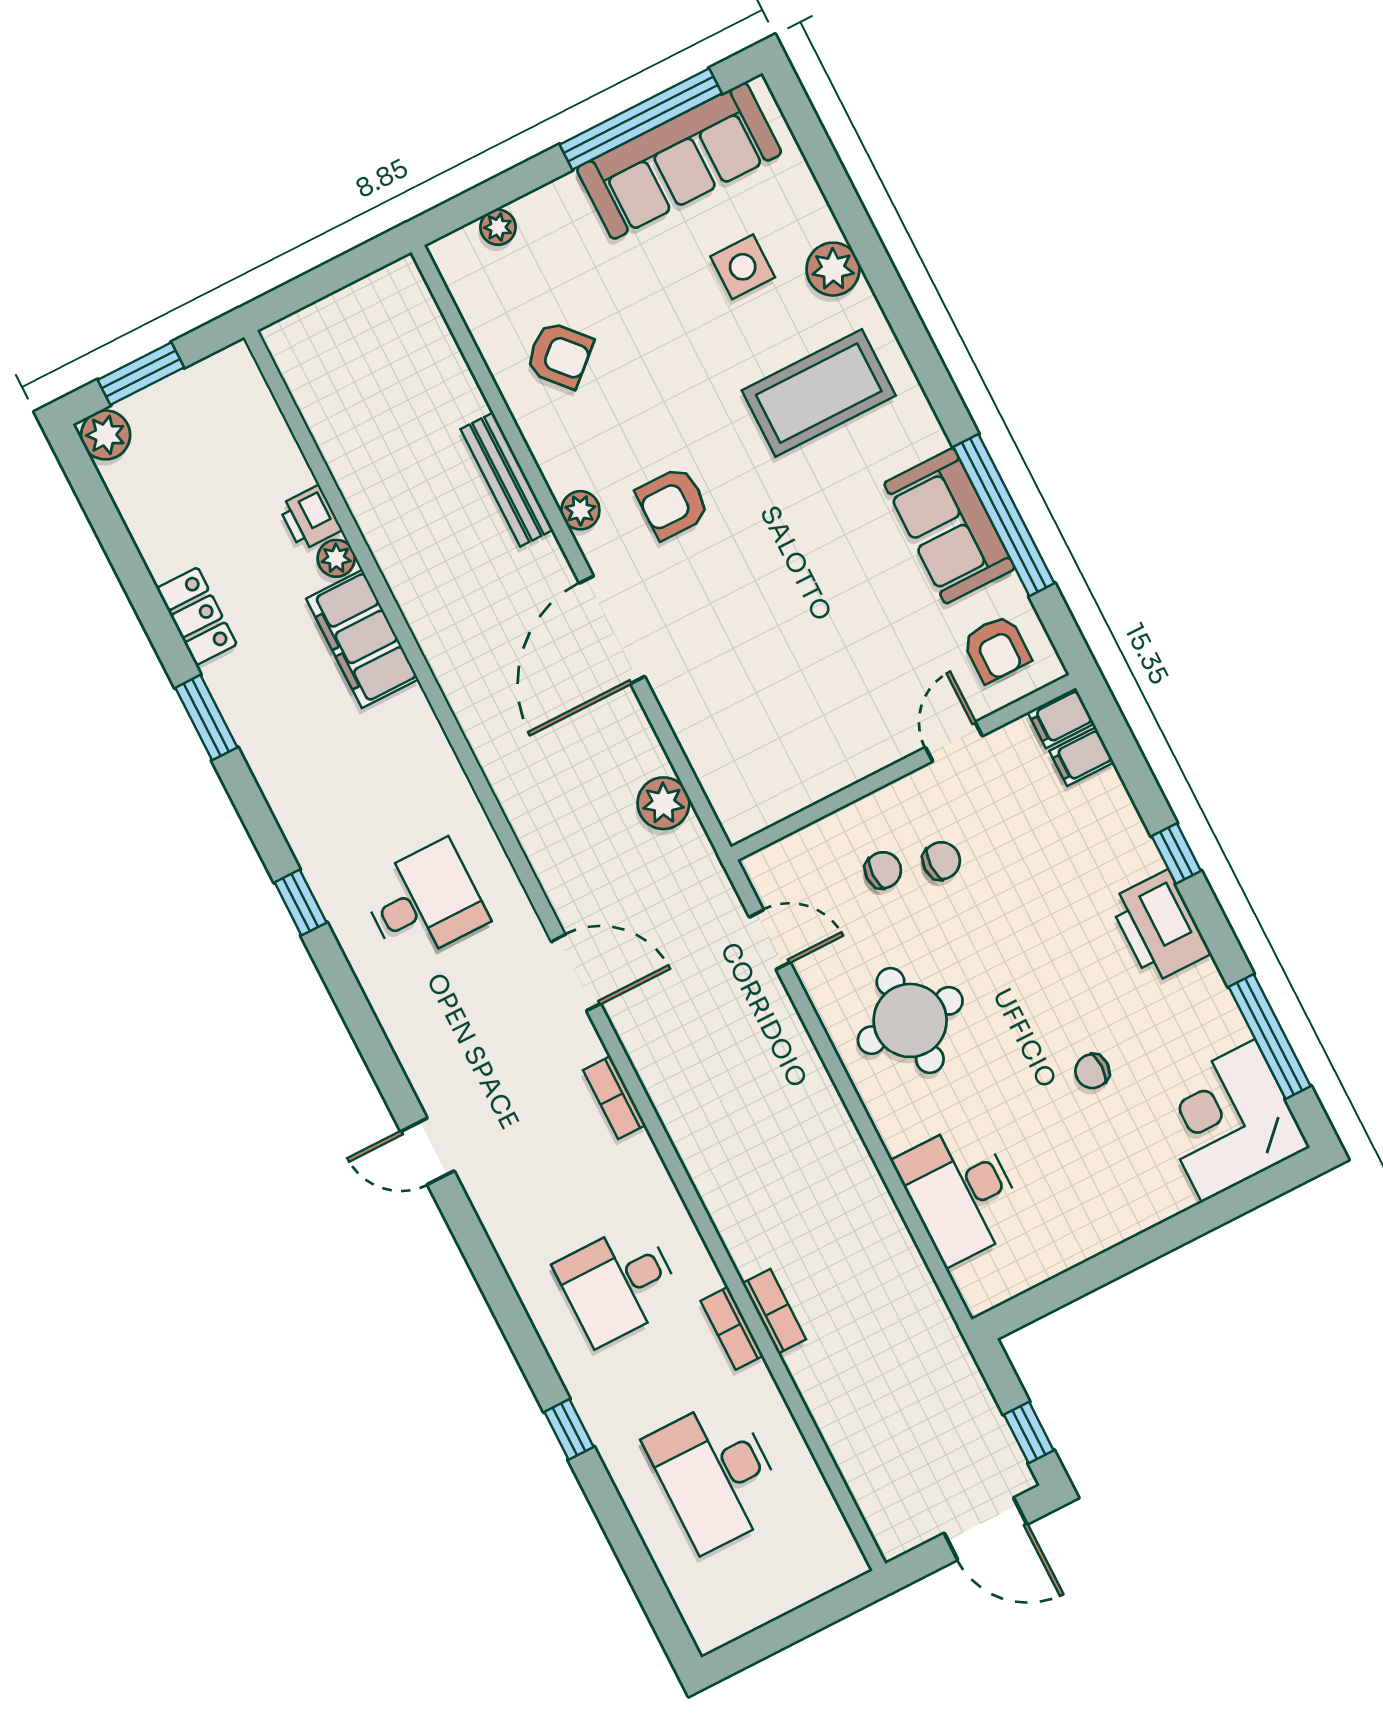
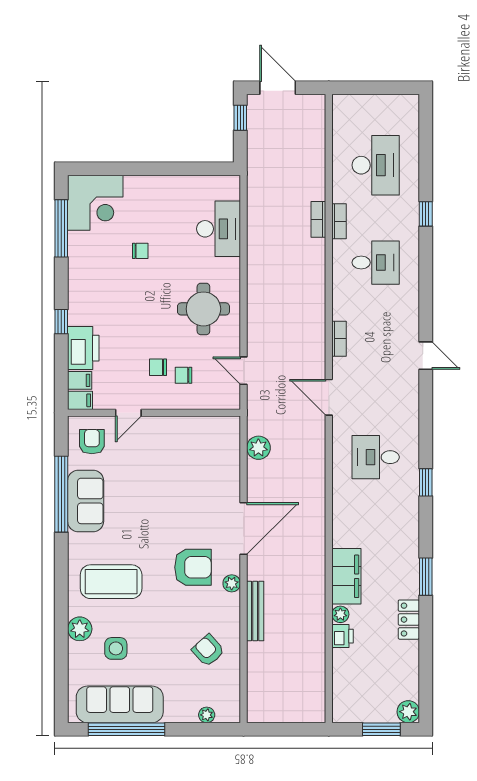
armchair: (673, 503) -> (193, 567), width x1.38, depth x1.38
printer: (1159, 927) -> (83, 348), moved

